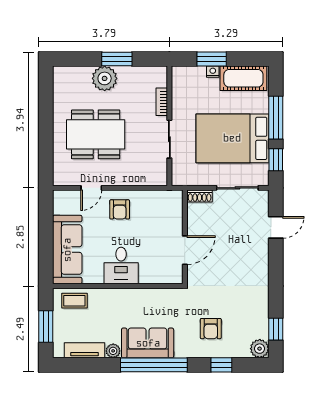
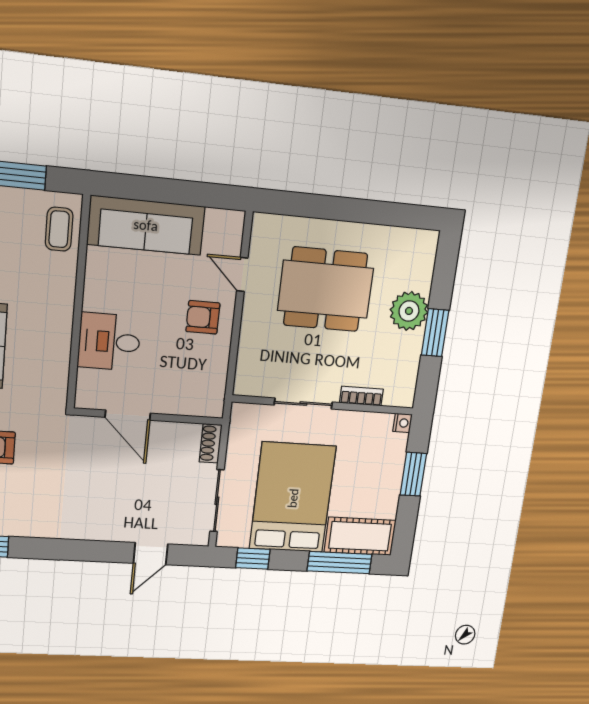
nightstand: (213, 72) -> (402, 423), moved
cot: (243, 78) -> (360, 536), moved, turned 90
window: (276, 118) -> (340, 563), moved
dining table: (96, 134) -> (325, 289), turned 90
door: (276, 227) -> (151, 554), hinge flipped
desk: (121, 266) -> (109, 342), moved

